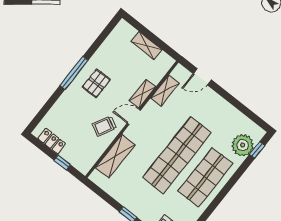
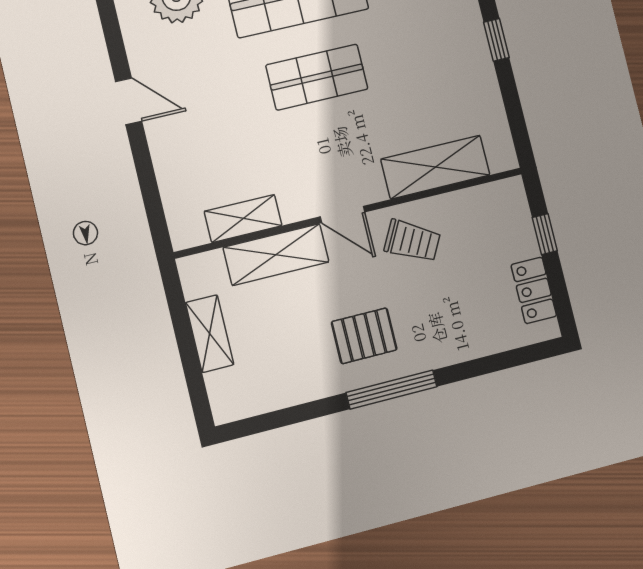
door: (202, 77) -> (129, 101), moved
shelving: (143, 94) -> (276, 255), width x1.50, depth x1.33
shop shelf: (177, 155) -> (317, 77), width x0.50, depth x0.74

